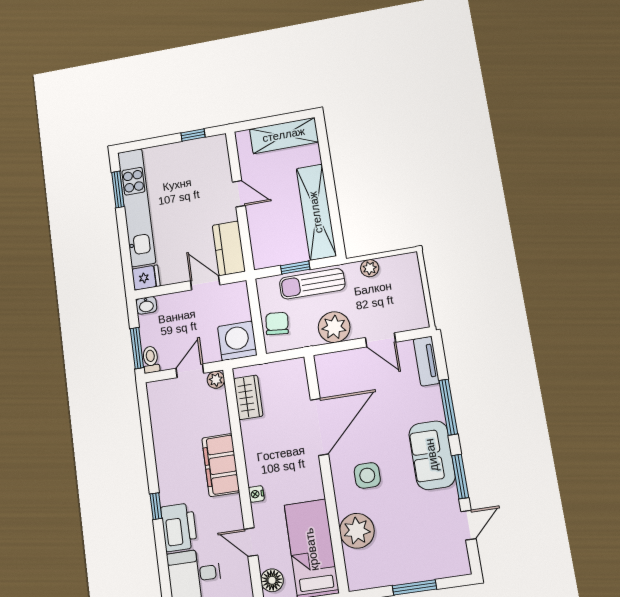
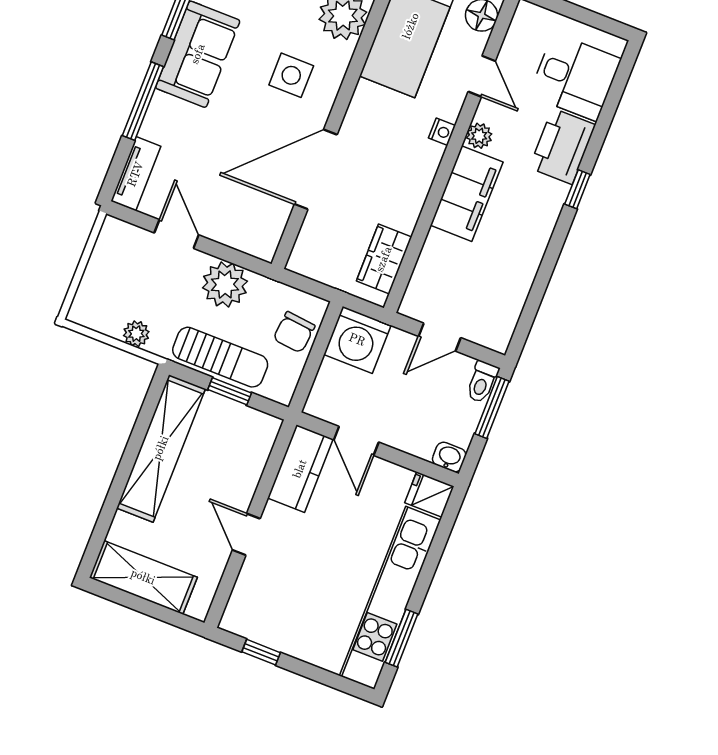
plant: (216, 380) -> (479, 136), moved

